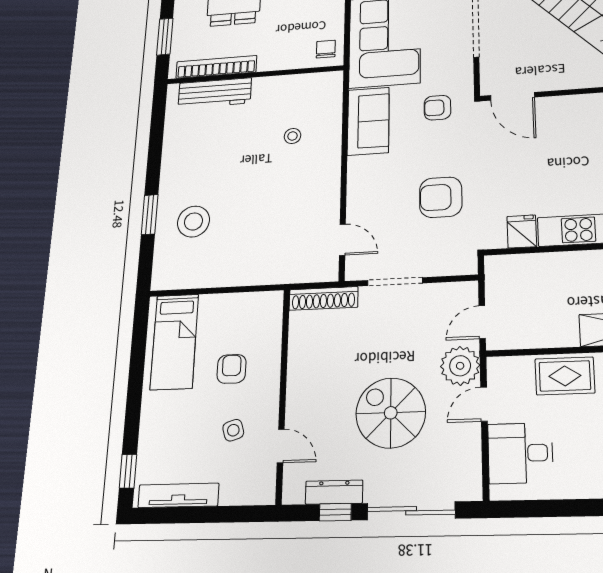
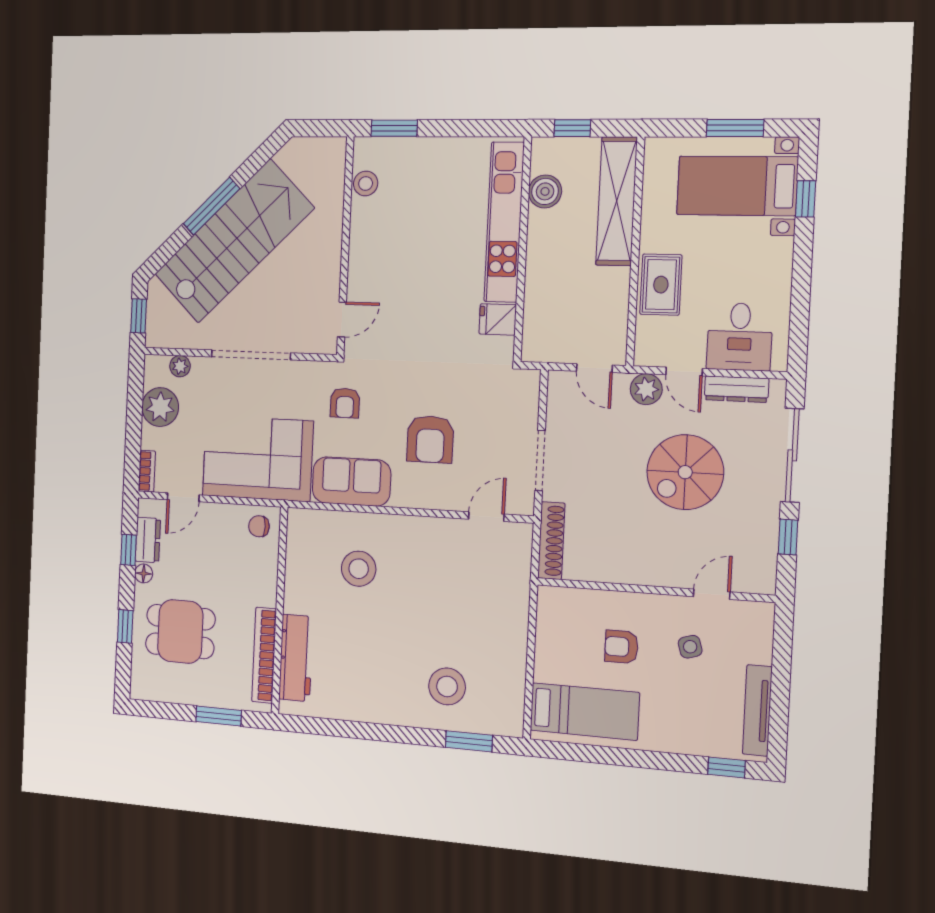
door: (512, 96) -> (342, 319), width x0.73
stool: (292, 136) -> (359, 569), width x1.89, depth x1.89
armchair: (441, 197) -> (430, 439), moved
window: (150, 215) -> (469, 741), moved
plant: (460, 366) -> (646, 389), width x0.73, depth x0.73
dresser: (334, 492) -> (736, 389), moved, turned -90

